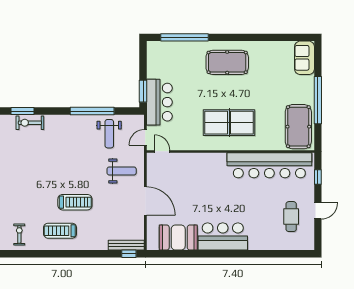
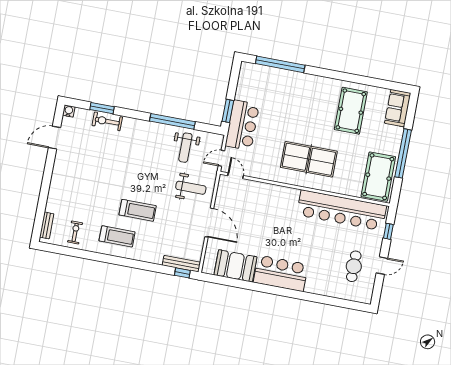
pool table: (227, 62) -> (351, 111), moved, turned 90
treadmill: (60, 231) -> (117, 236), turned 180

